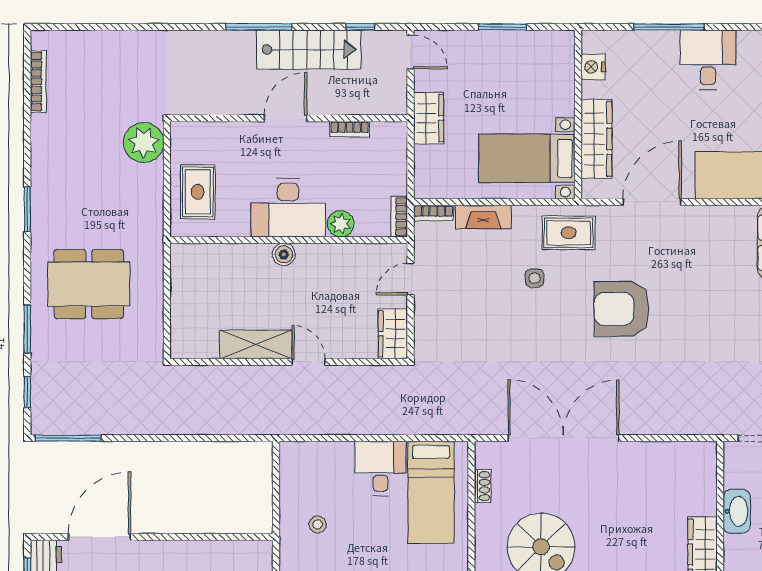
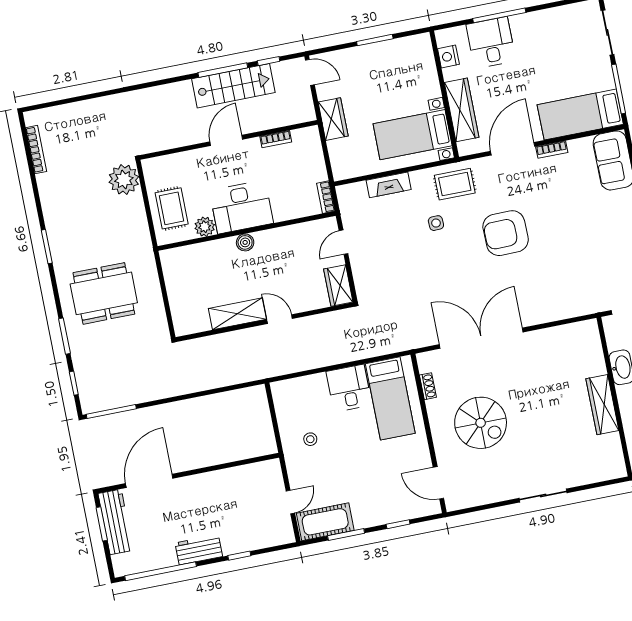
window: (259, 27) -> (223, 70), moved
desk: (708, 60) -> (491, 43), moved
bookcase: (433, 213) -> (552, 150), moved
plant: (341, 224) -> (205, 227), moved

